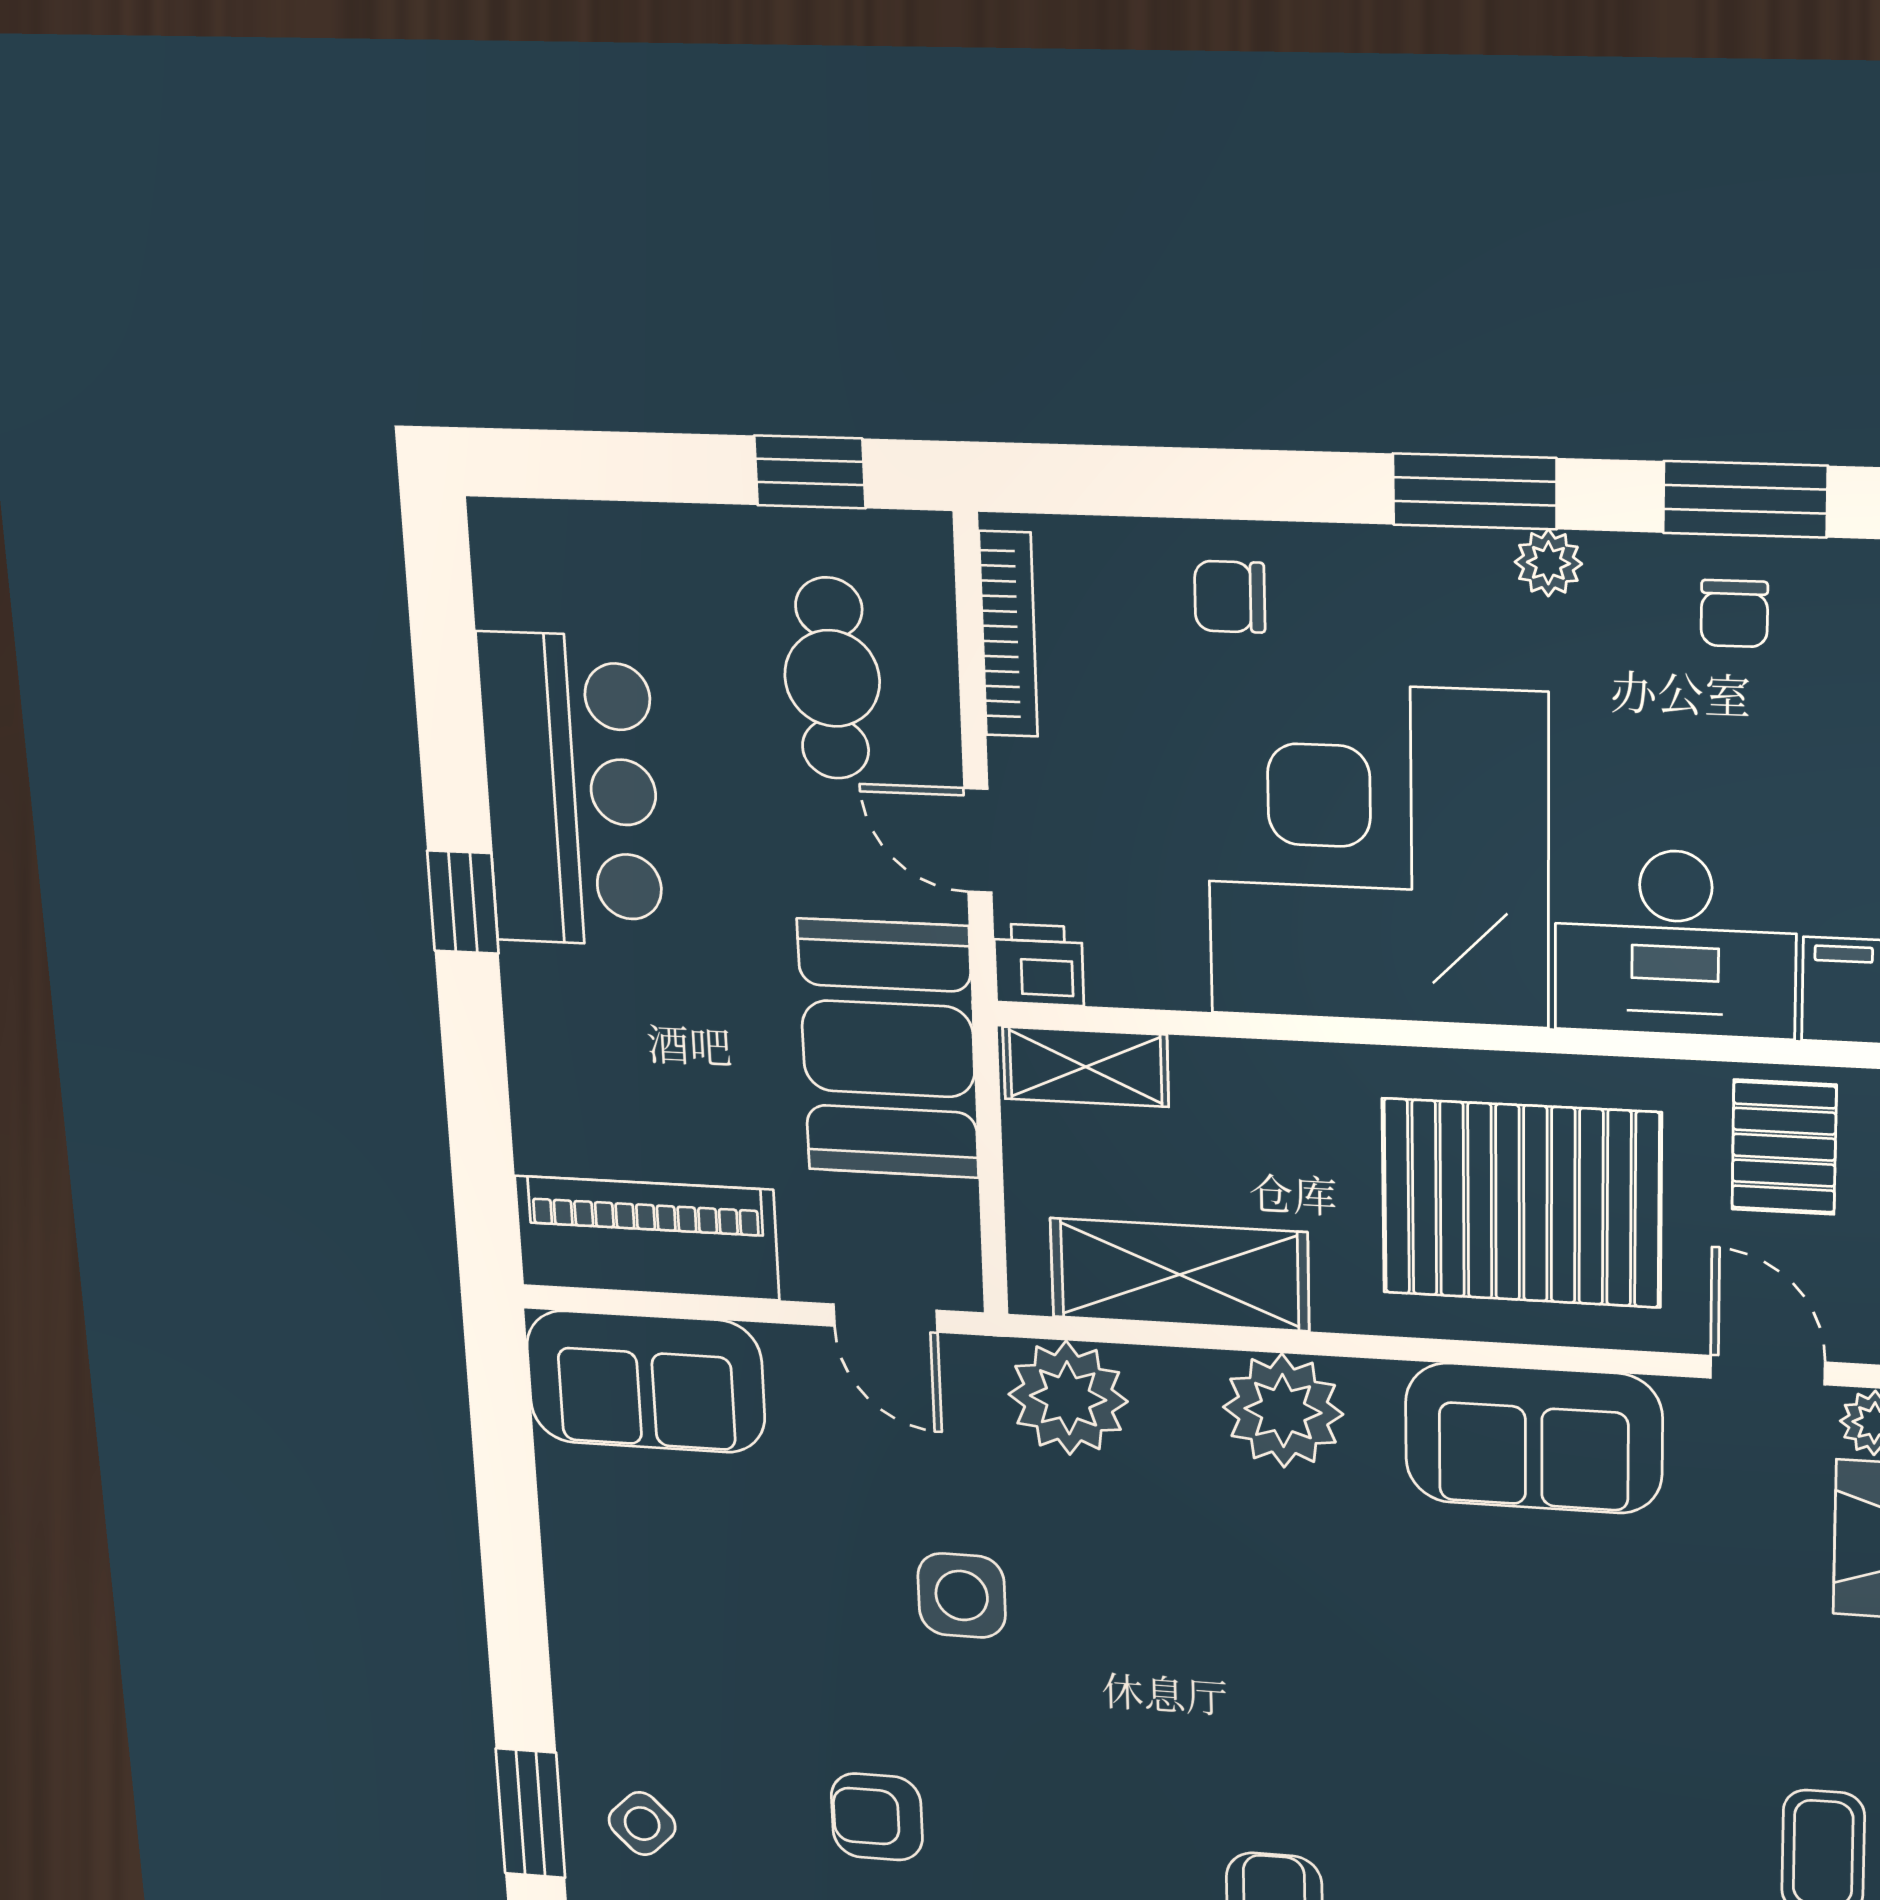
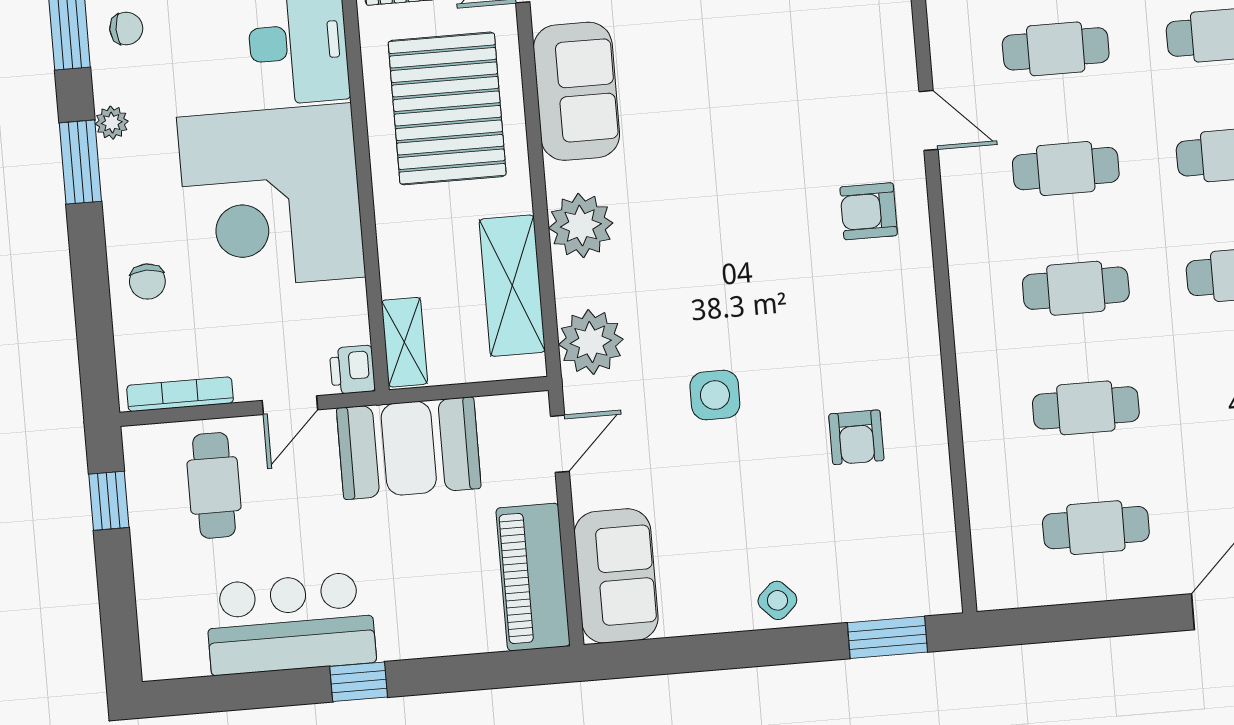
cafe table: (832, 678) -> (214, 485), turned 90
side table: (642, 1824) -> (777, 600), moved

